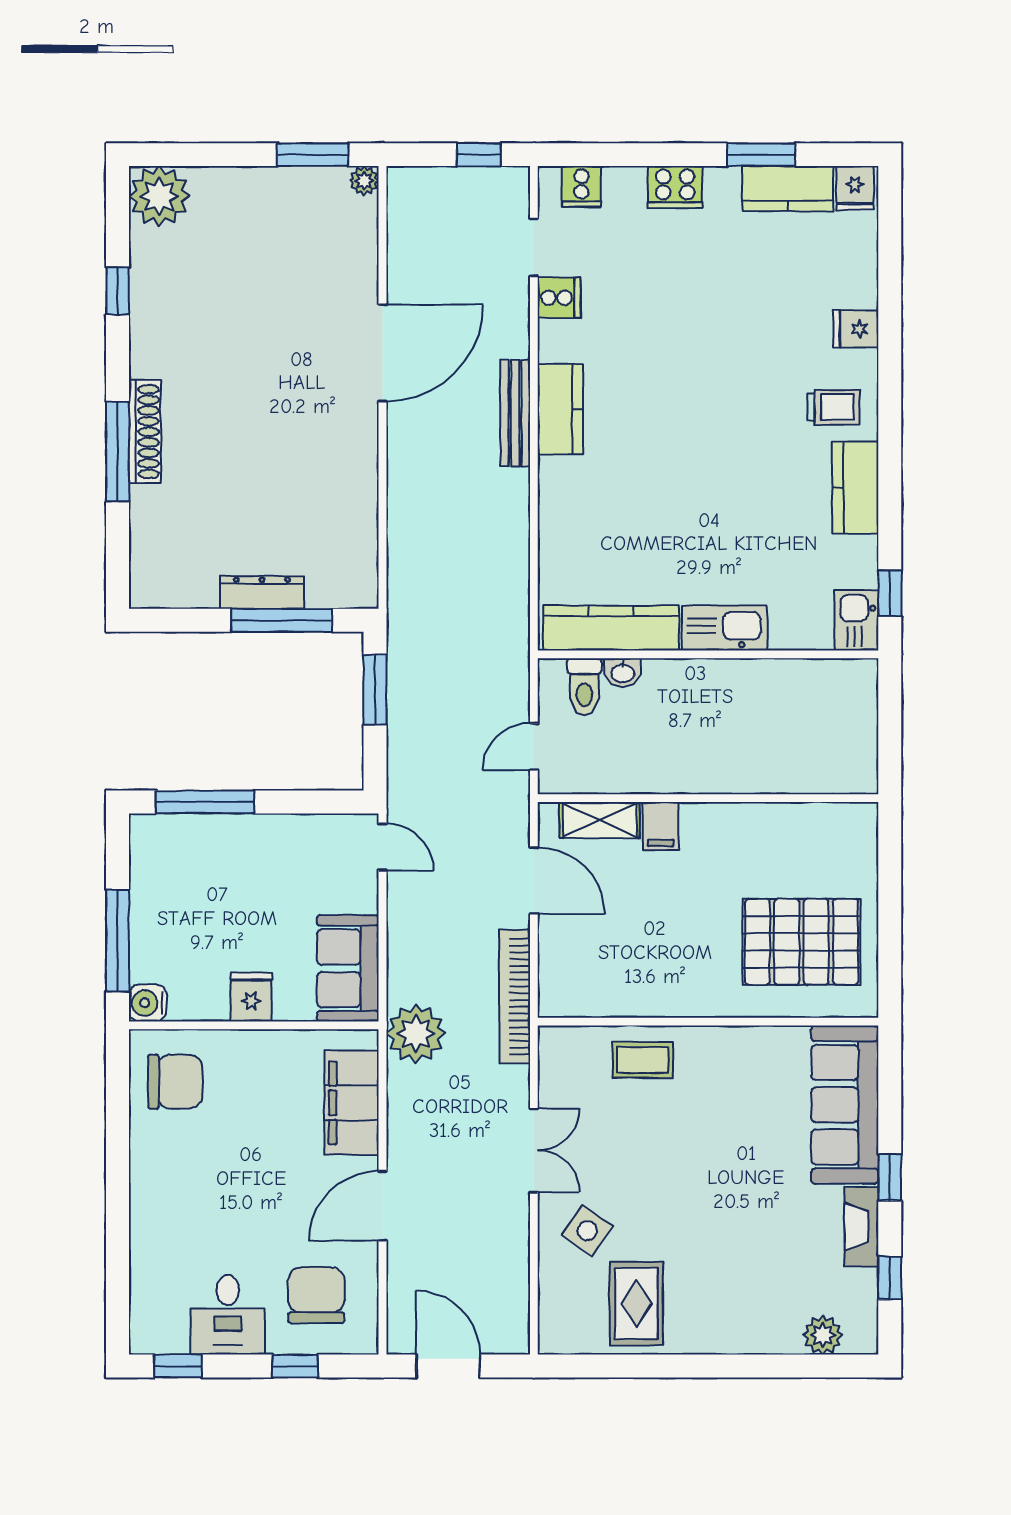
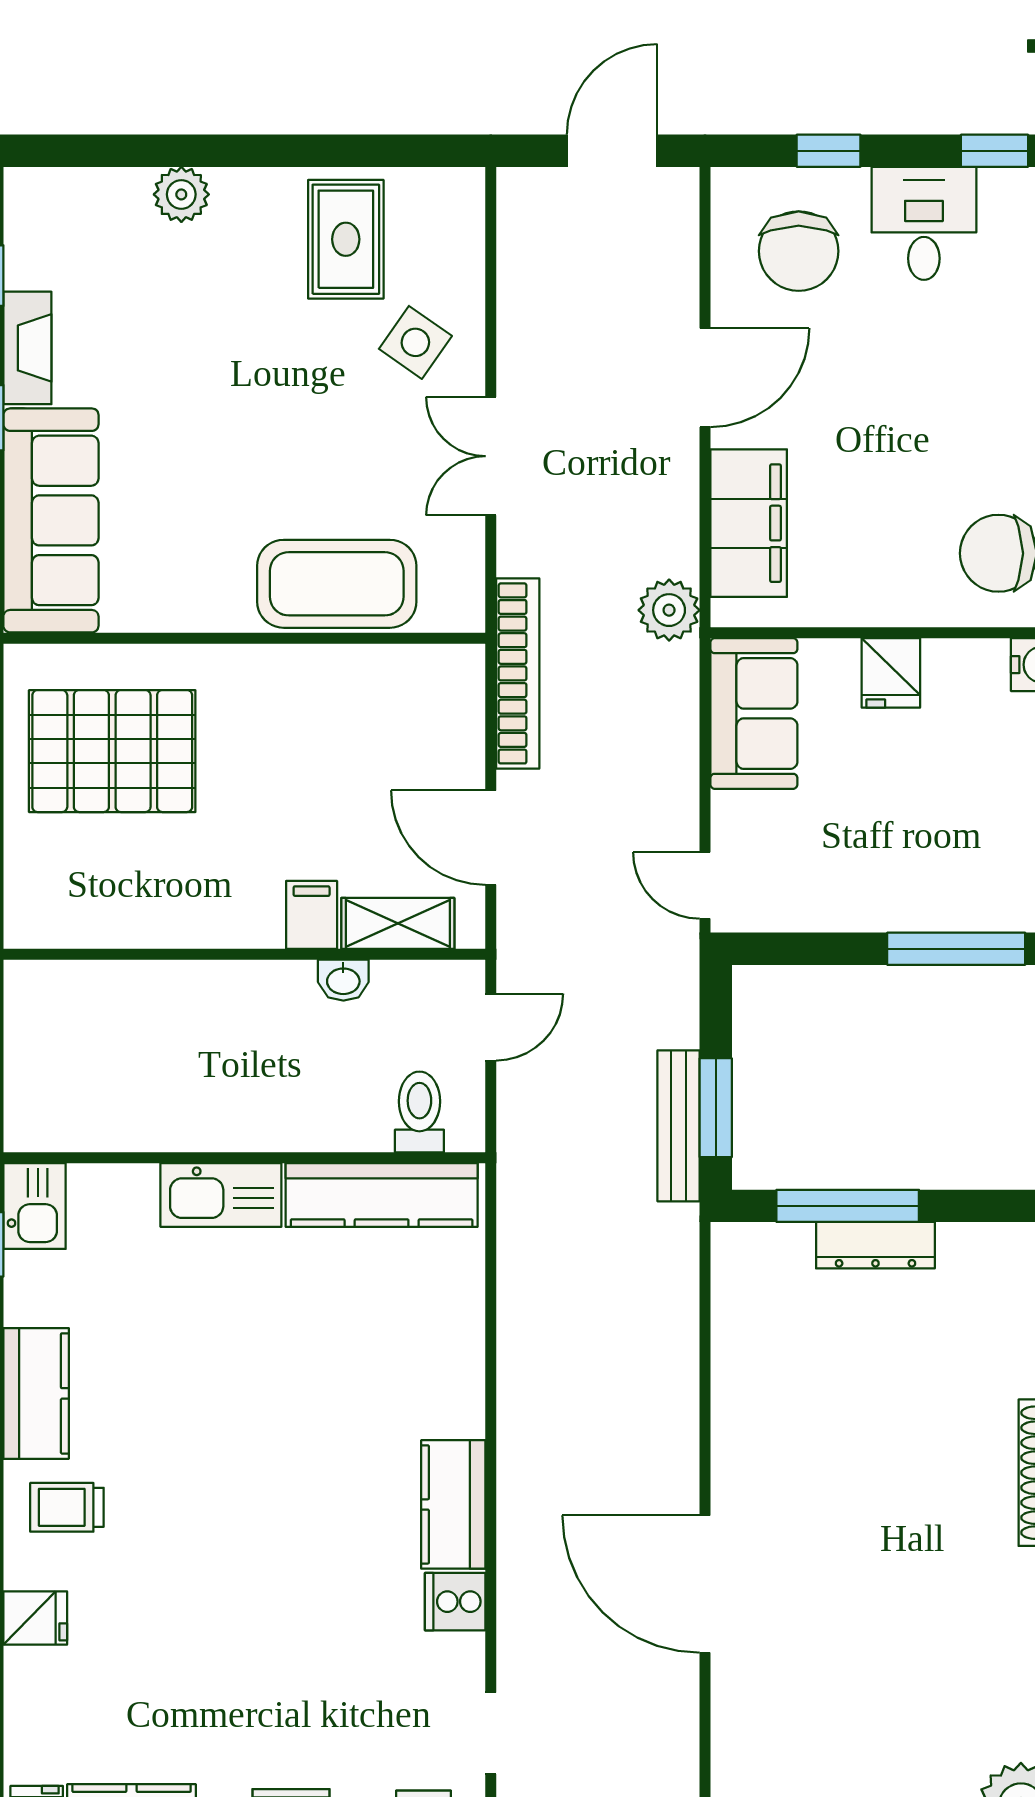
cooker: (559, 298) -> (455, 1602), moved
door: (382, 353) -> (705, 1584), hinge flipped
bench: (515, 413) -> (679, 1126), moved
washbasin: (623, 673) -> (343, 980), moved, turned 180
plant: (416, 1034) -> (669, 610), width x0.73, depth x0.73
coffee table: (643, 1060) -> (337, 584), width x1.86, depth x1.72
plant: (823, 1335) -> (181, 194), moved
door: (448, 1366) -> (612, 151), swing flipped

